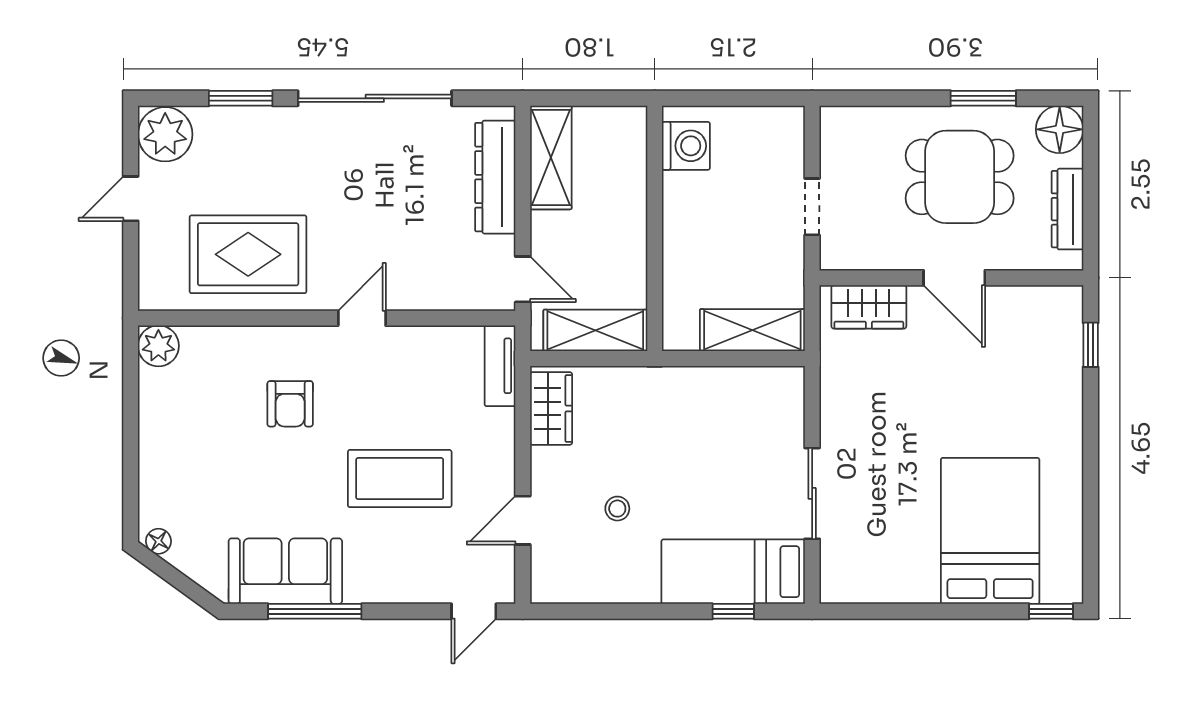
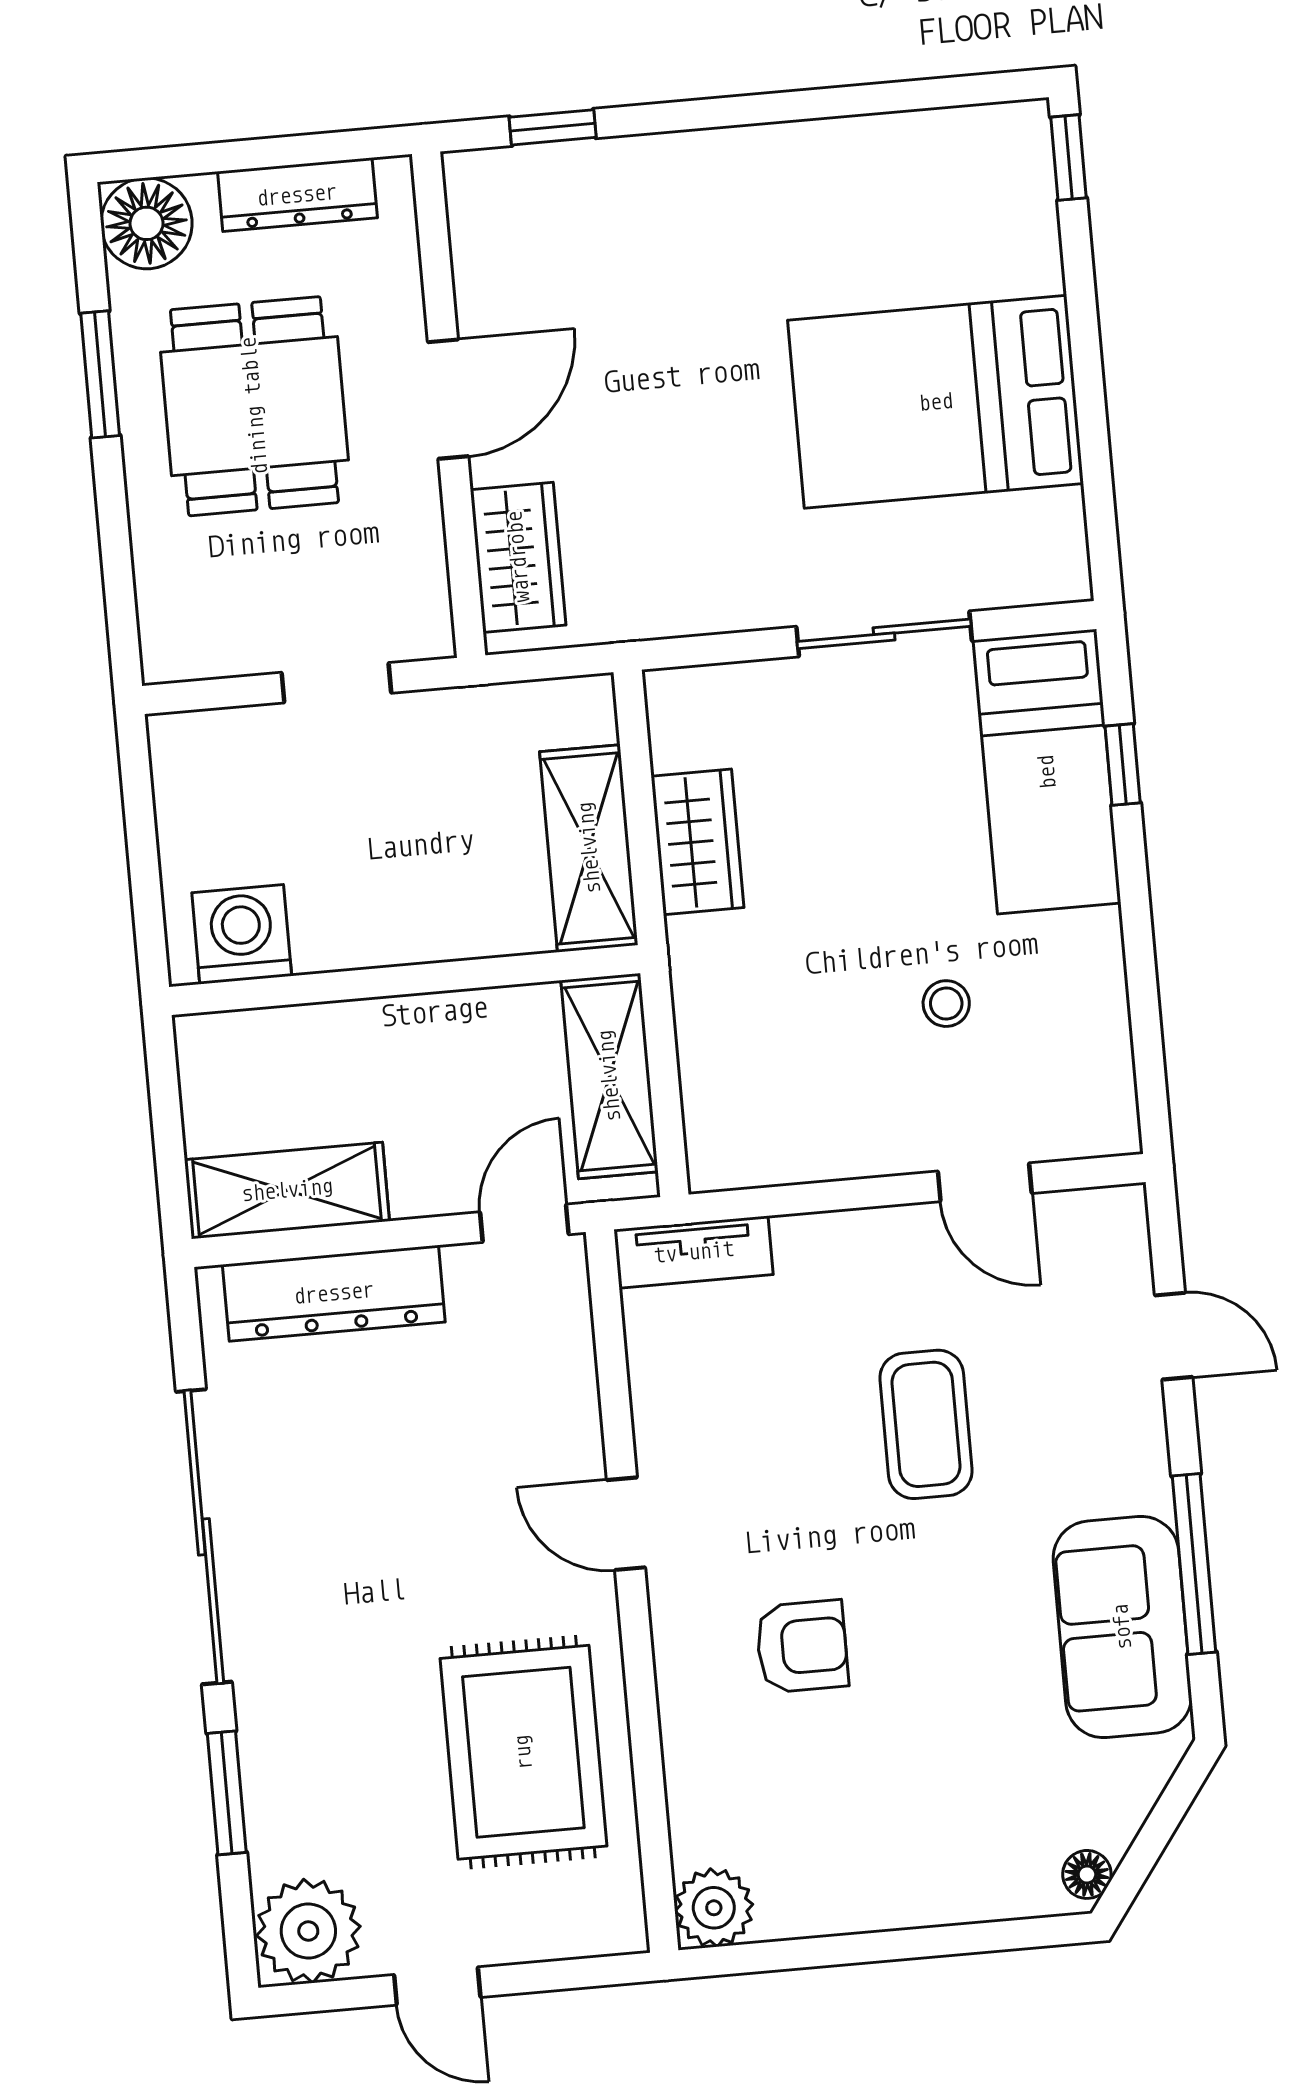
shelving: (752, 330) -> (589, 848), moved
wardrobe: (551, 408) -> (697, 842), moved, turned 90
coffee table: (400, 479) -> (926, 1424), width x0.73, depth x0.76
bed: (990, 531) -> (936, 402), moved
door: (474, 611) -> (1174, 1336), moved

